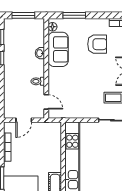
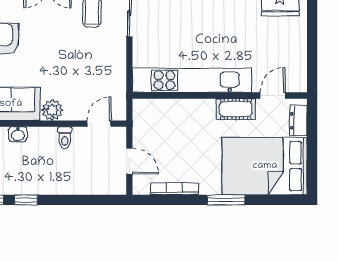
plant: (54, 74) -> (52, 110), added

